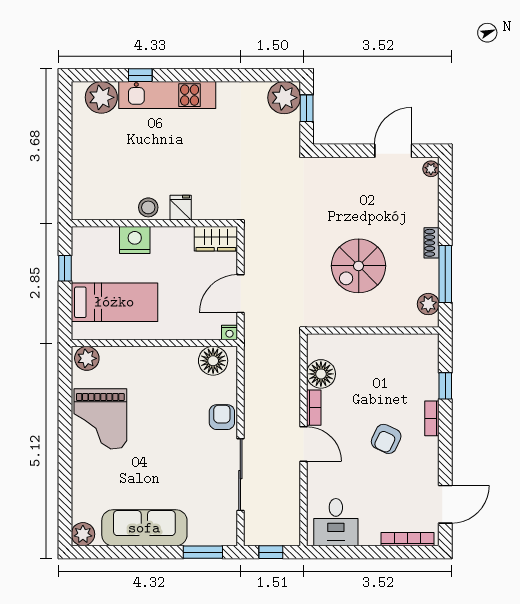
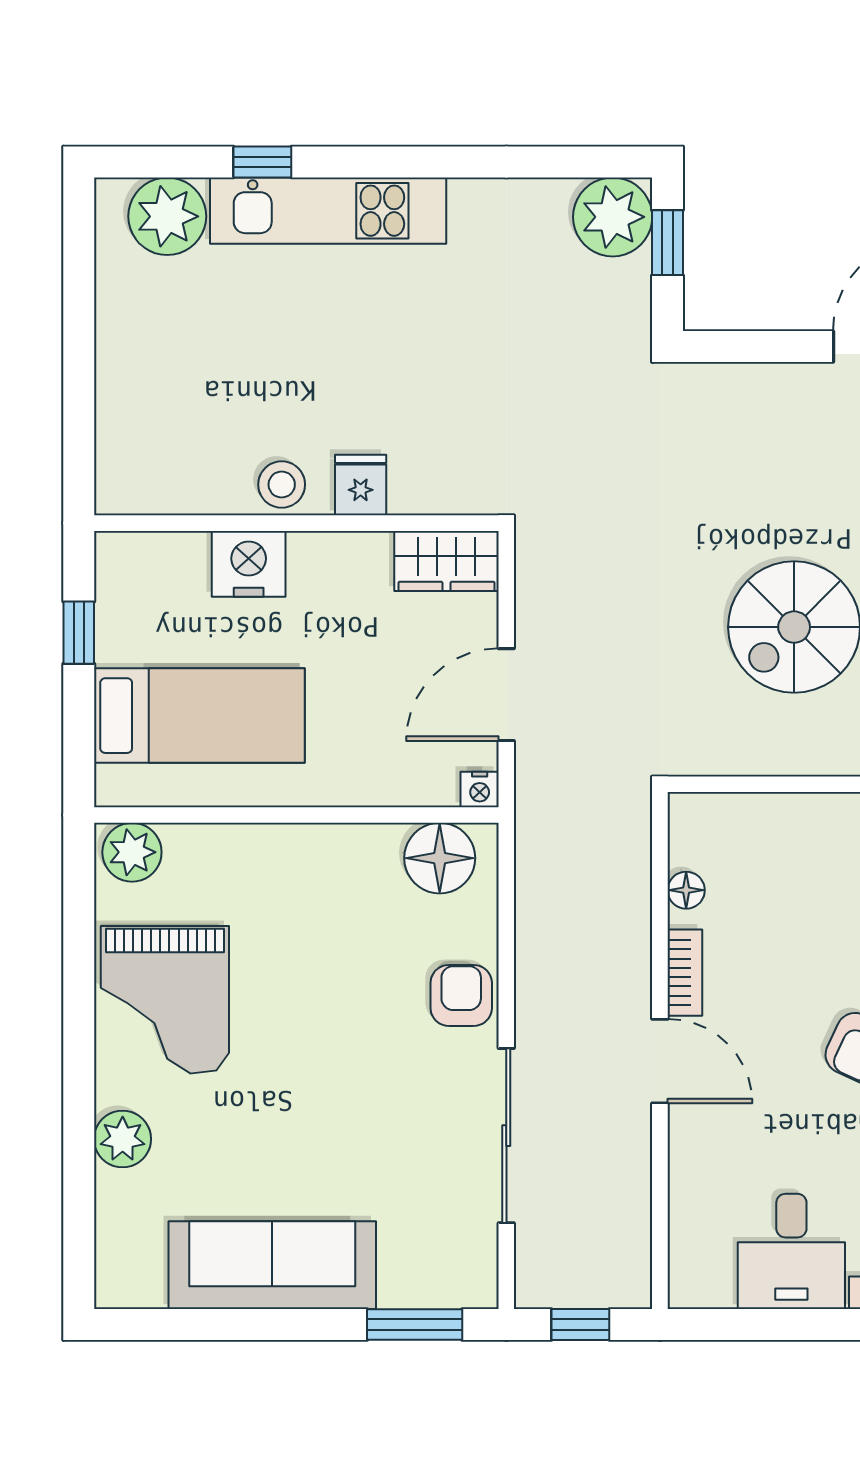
floor lamp: (321, 374) -> (686, 890), width x0.53, depth x0.53
desk: (336, 522) -> (791, 1251), moved
plant: (83, 534) -> (123, 1139), moved

